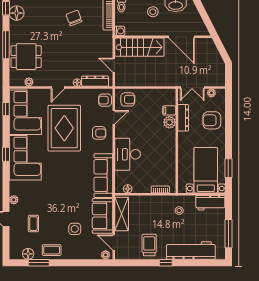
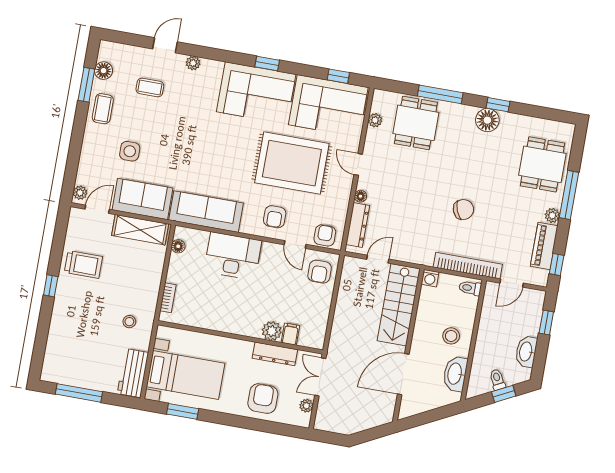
workbench: (191, 250) -> (63, 329), removed

